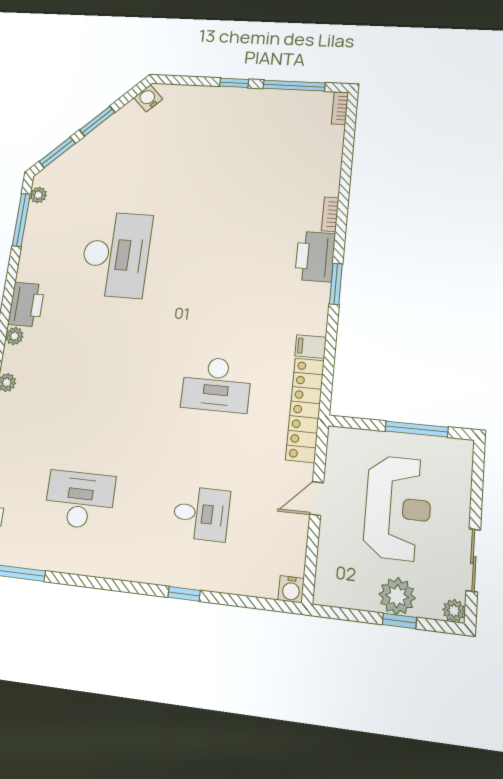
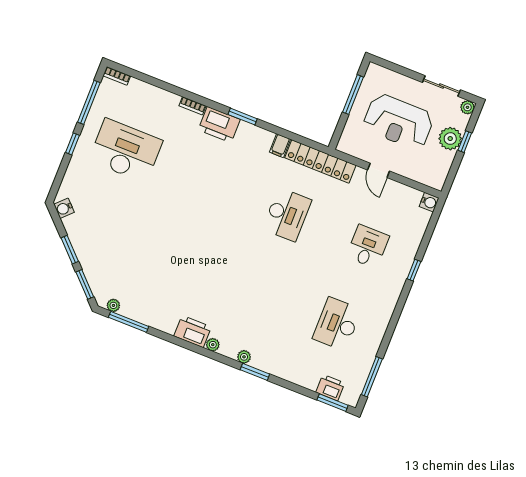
desk: (116, 254) -> (126, 151), moved
reception desk: (398, 508) -> (398, 122), turned 180

